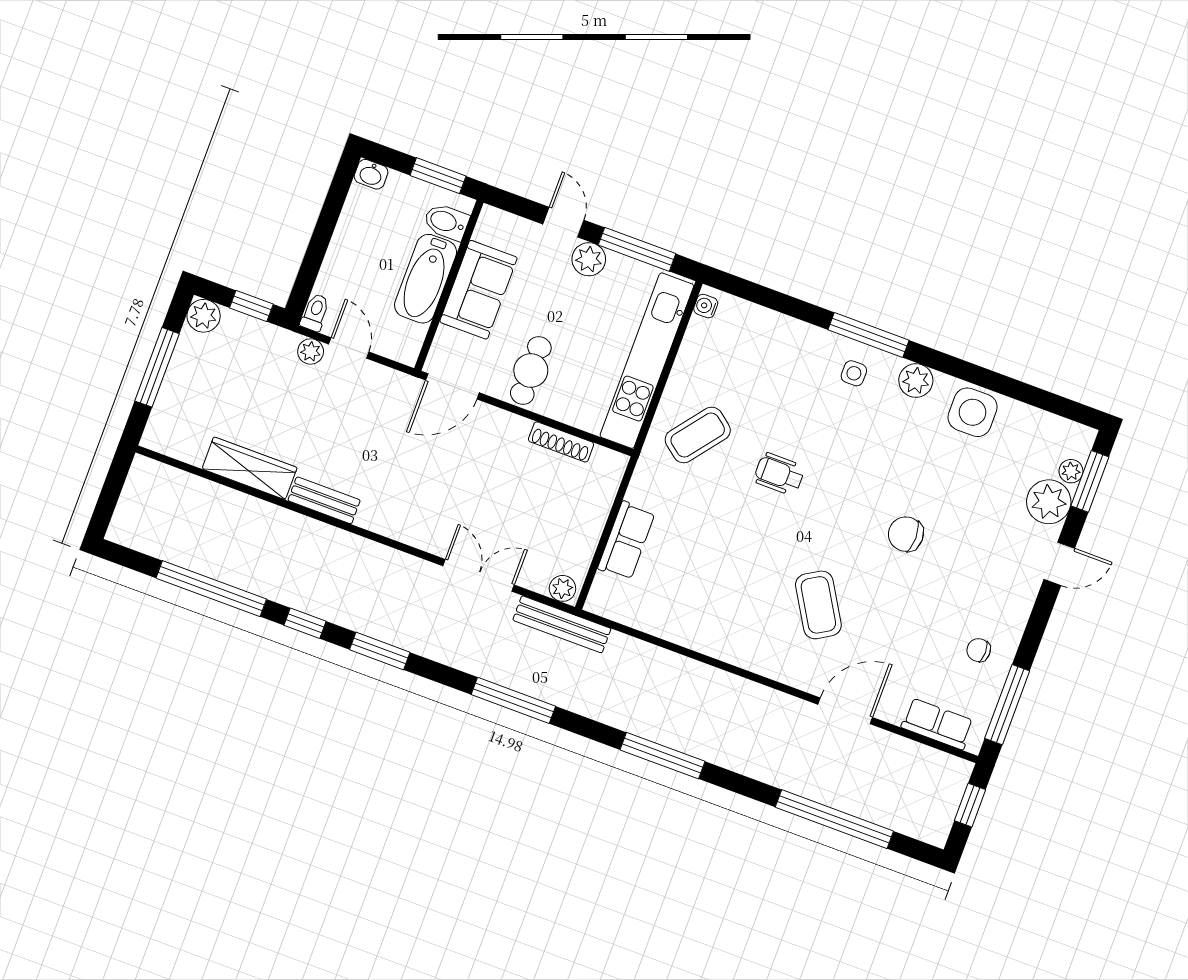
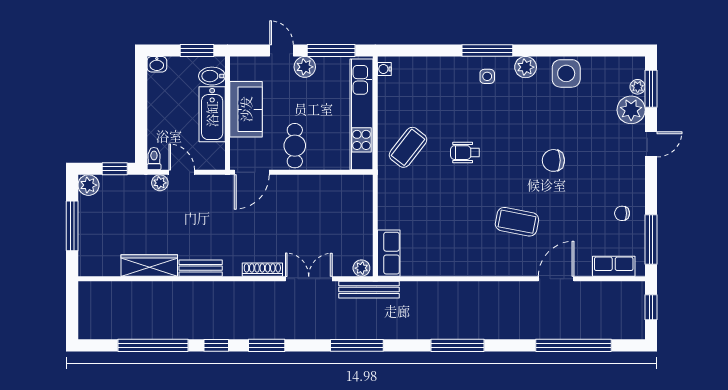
shoe rack: (561, 442) -> (262, 270), moved, turned 180
row of seats: (626, 541) -> (389, 253), moved
coffee table: (818, 605) -> (517, 222), turned -48

